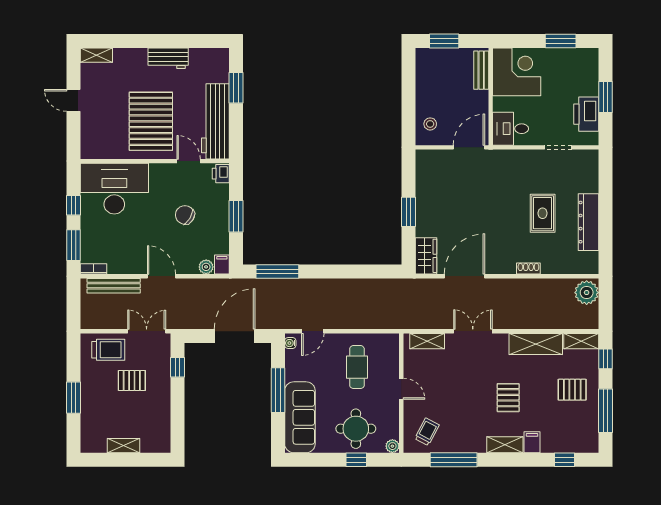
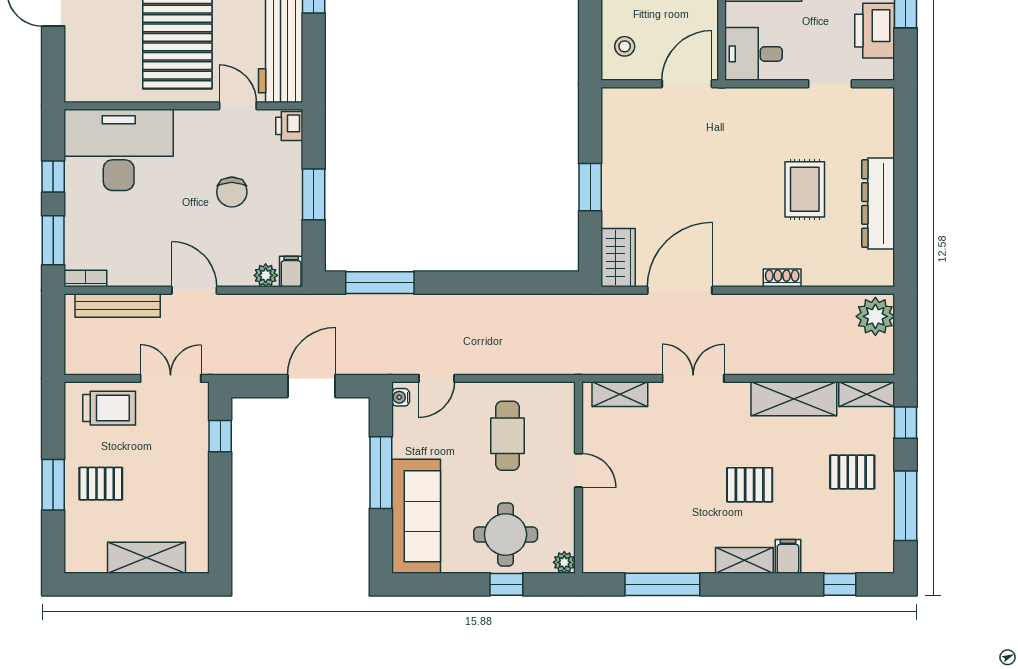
chair: (185, 215) -> (232, 192), turned -121
door: (235, 336) -> (311, 386), width x0.73
pallet: (132, 381) -> (101, 484), moved
pallet: (508, 398) -> (750, 485), turned 90
trolley: (427, 432) -> (620, 539), removed
shelving: (124, 446) -> (146, 558), width x1.50, depth x1.33

